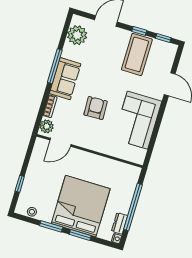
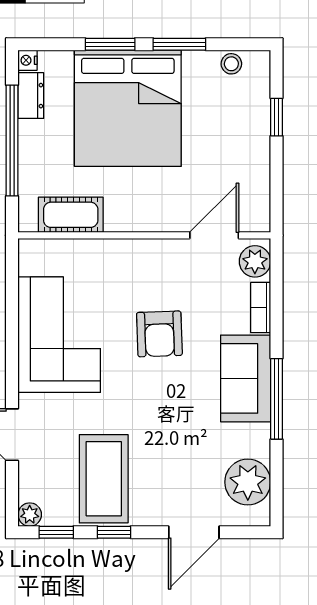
plant: (172, 49) -> (30, 515), added
cot: (118, 169) -> (71, 215), added

